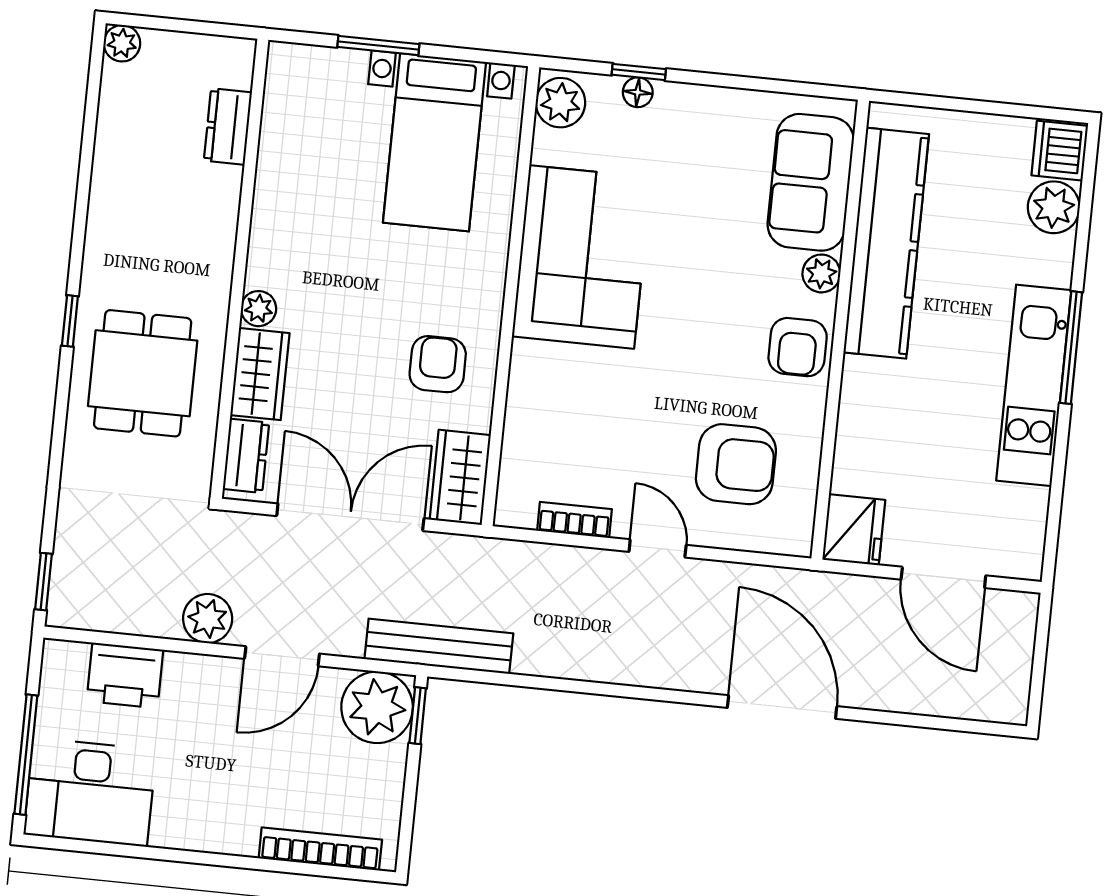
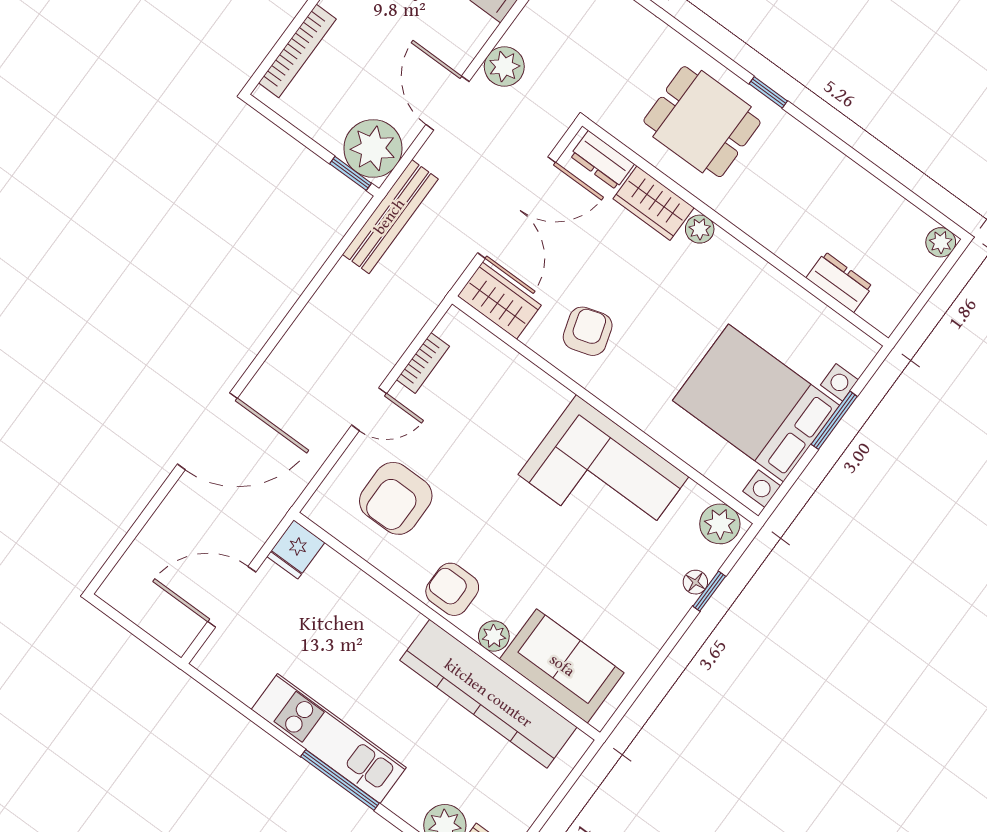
bed with nightstands: (435, 142) -> (756, 403), width x1.36
armchair: (438, 364) -> (588, 331), turned -107
fridge: (854, 530) -> (296, 549), width x0.72

